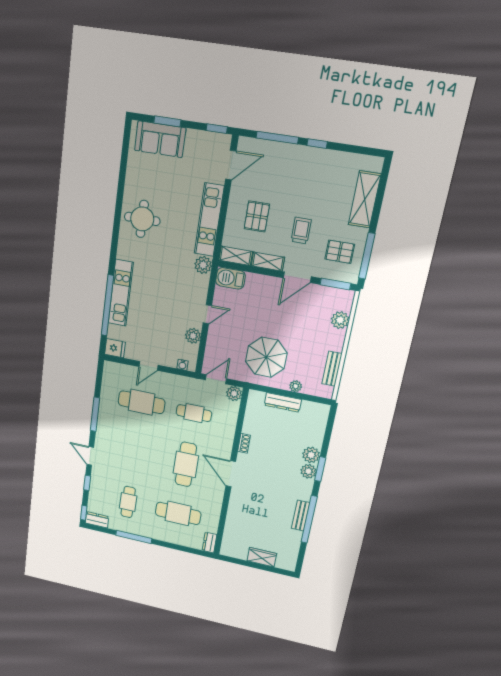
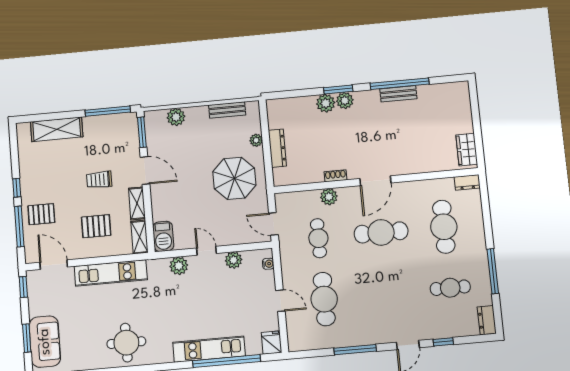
pallet: (340, 252) -> (41, 214), moved, turned 90
plant: (203, 265) -> (179, 266), moved
plant: (234, 394) -> (329, 197), moved
window: (84, 513) -> (483, 338), removed
wardrobe: (262, 557) -> (467, 150), moved

